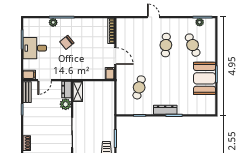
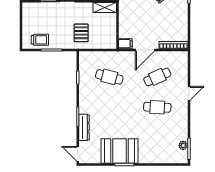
cafe table: (193, 45) -> (157, 77), moved
dresser: (165, 110) -> (84, 127), moved
pallet: (100, 112) -> (81, 33), added
door: (207, 115) -> (78, 154), added

